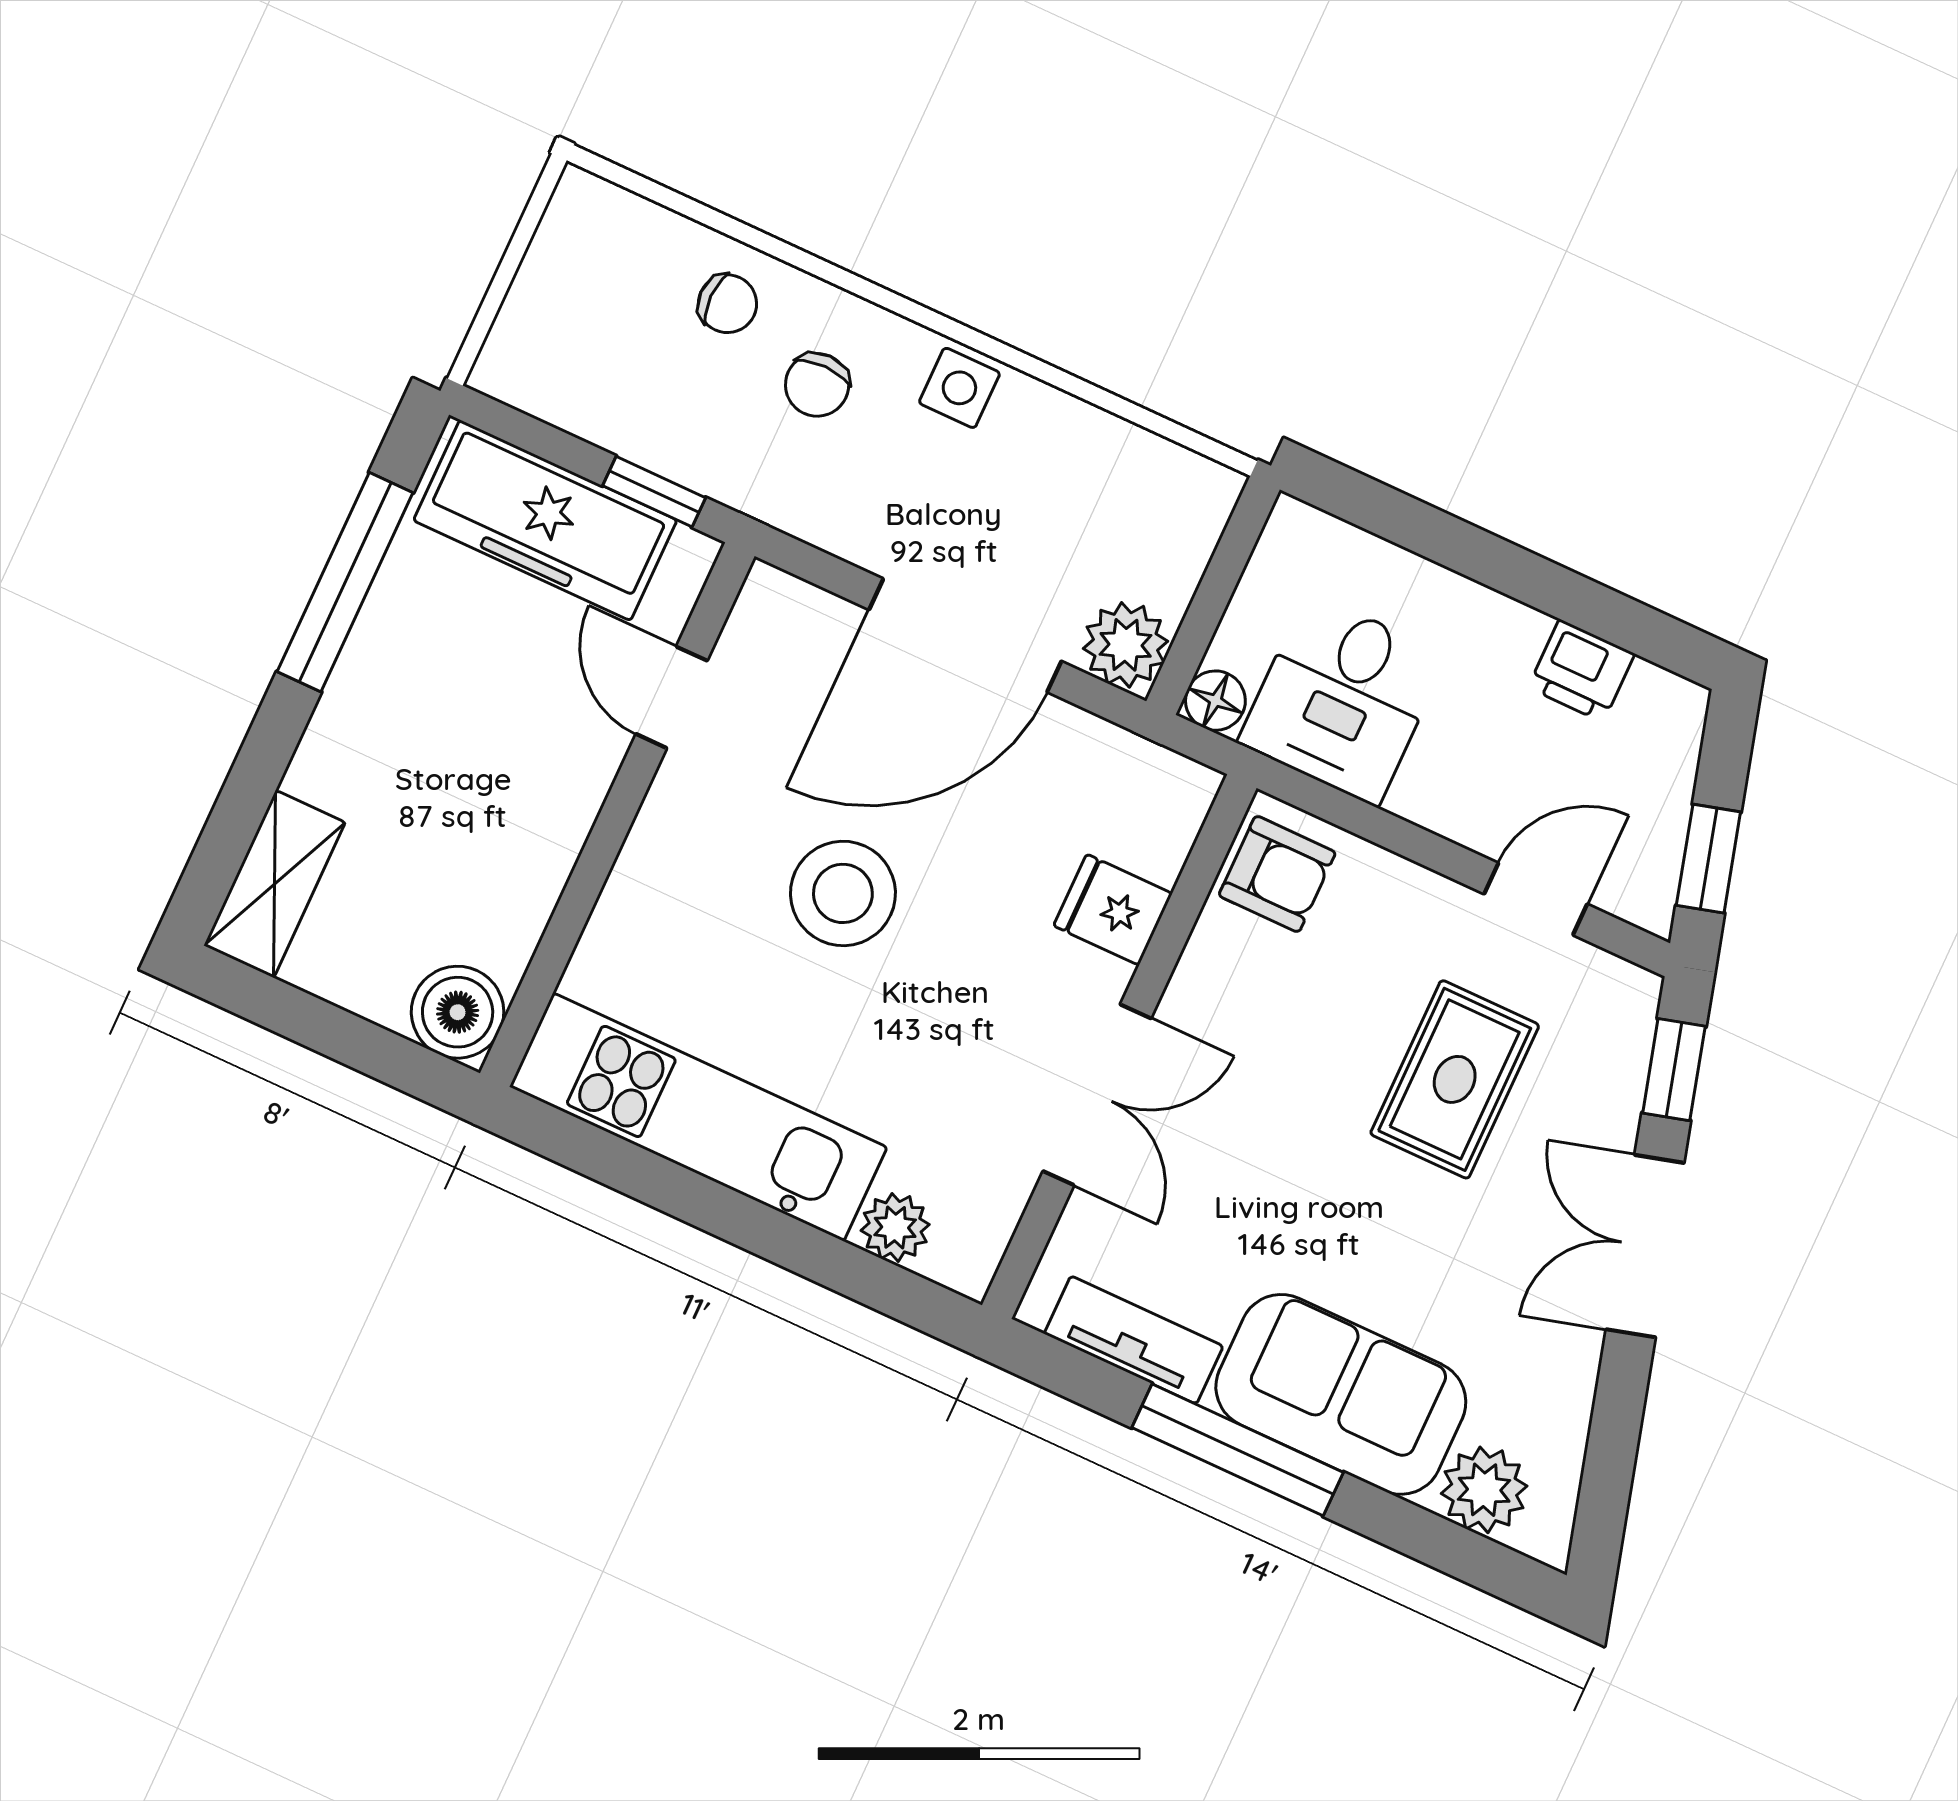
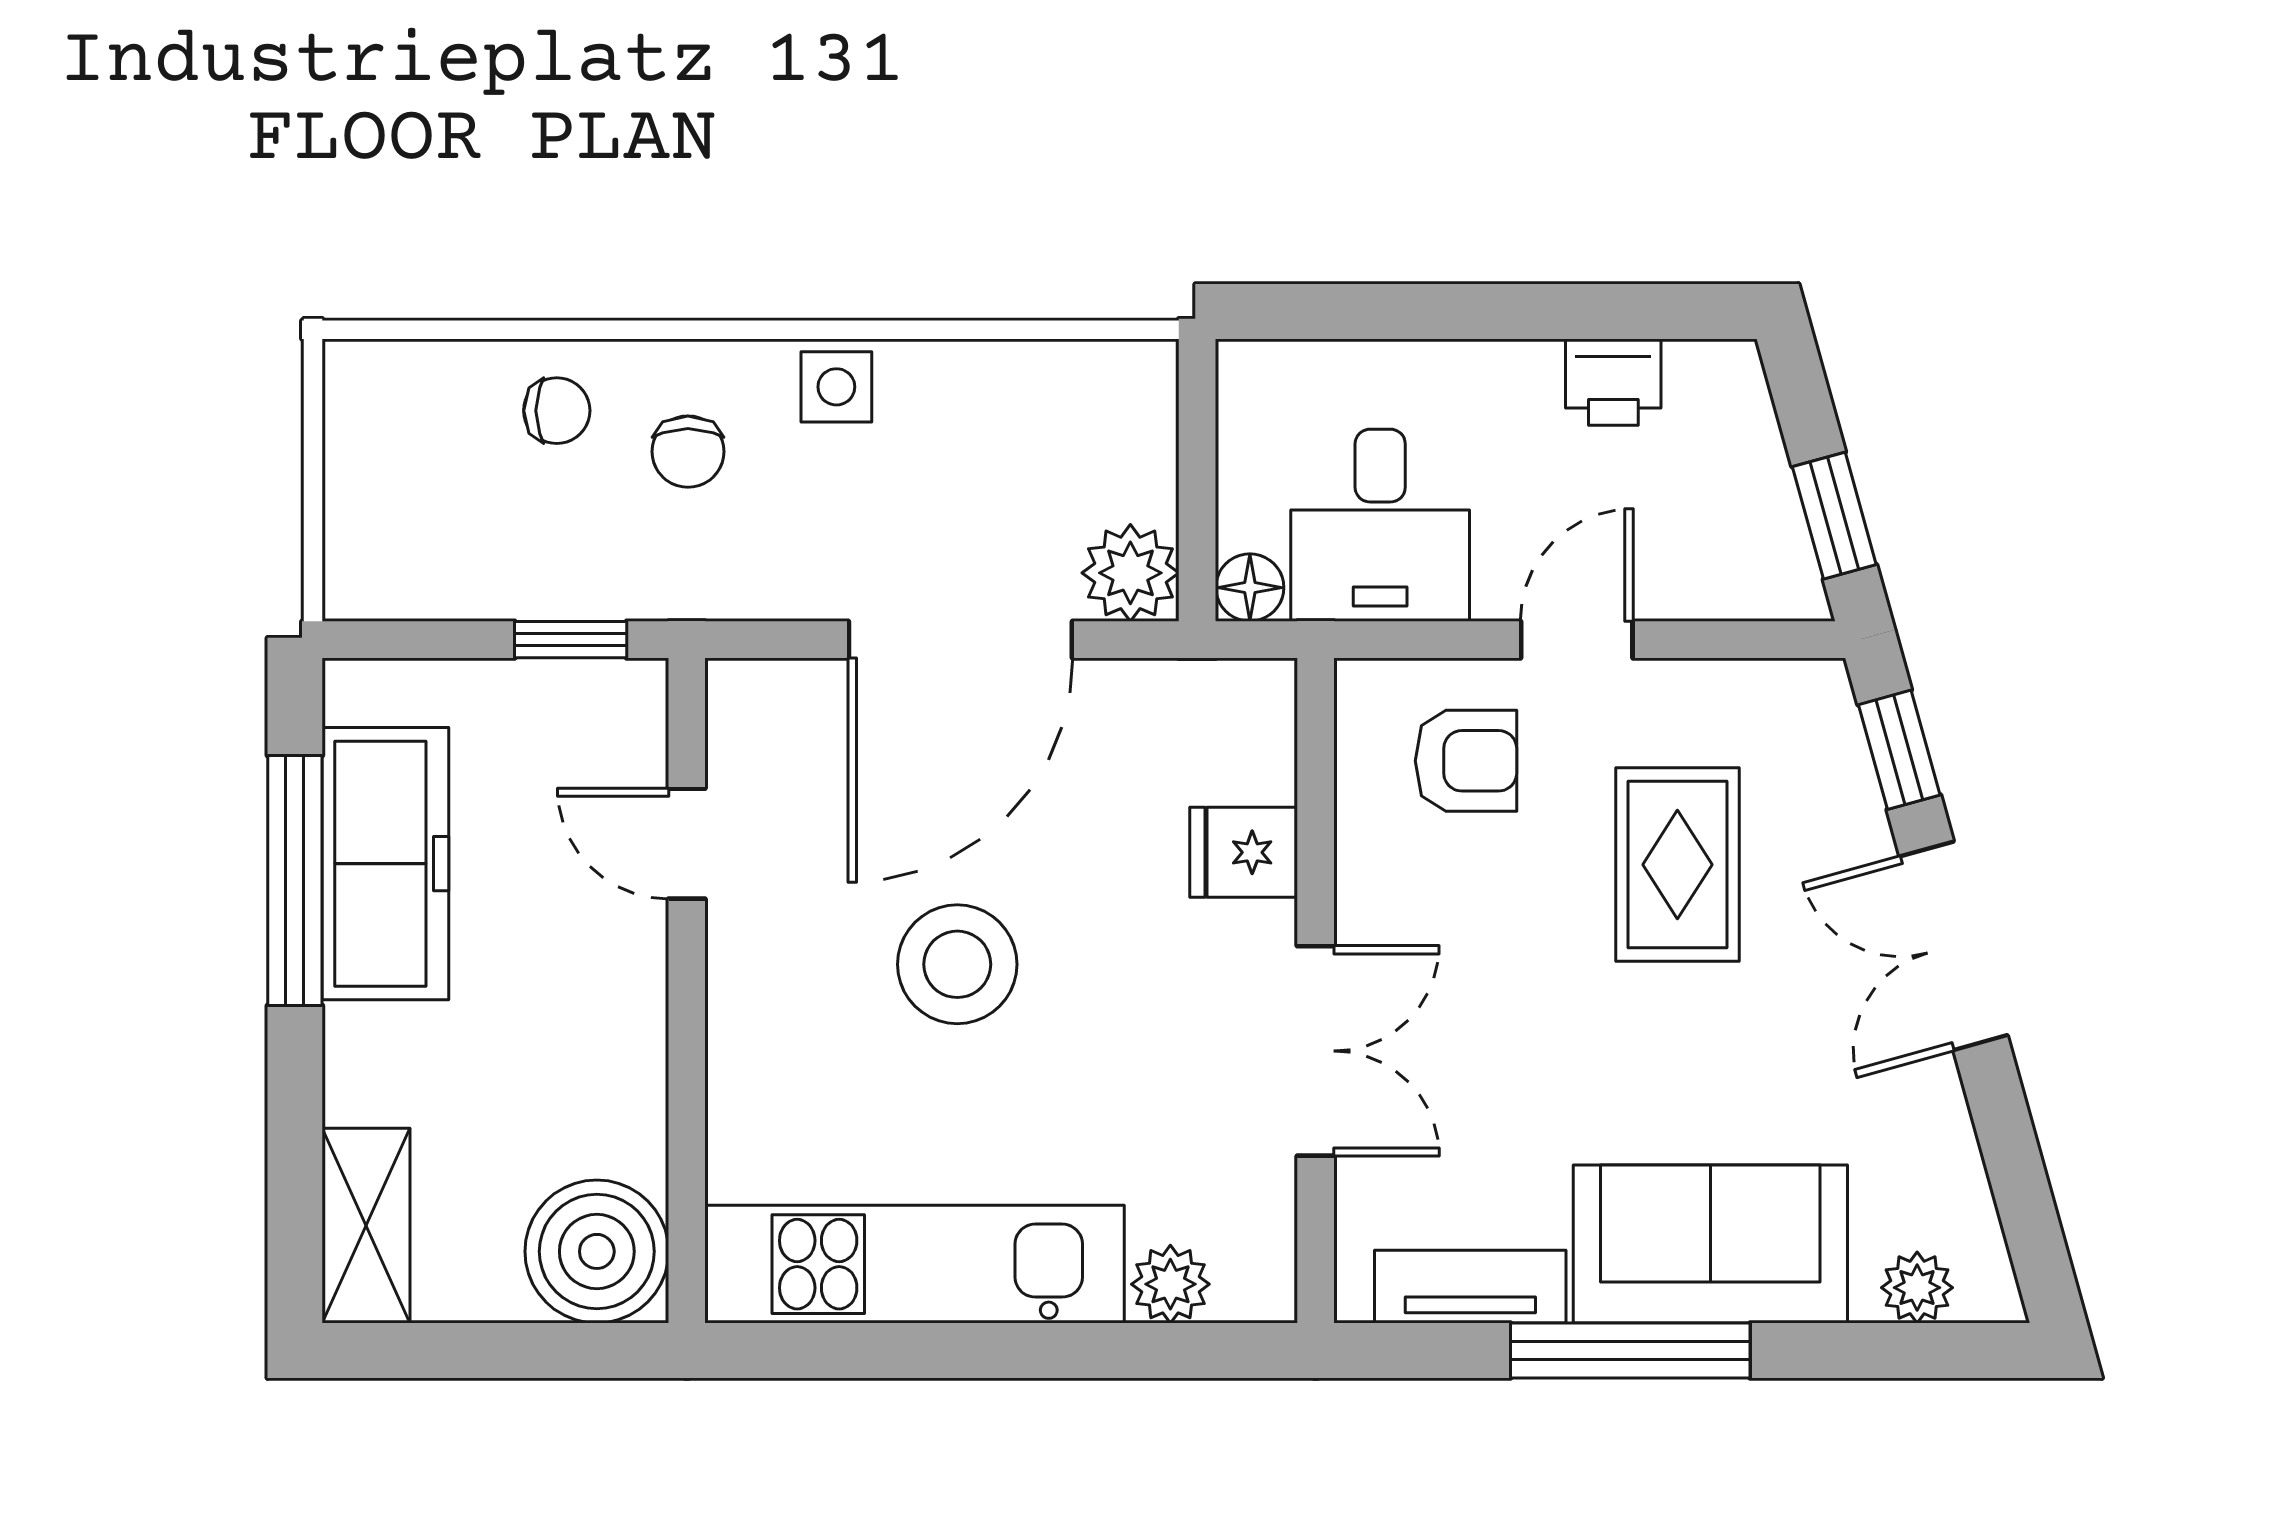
freezer: (545, 520) -> (385, 864), moved, turned -90
armchair: (1277, 874) -> (1466, 761), moved
door: (1536, 899) -> (1577, 640), moved
boiler: (458, 1012) -> (597, 1251), width x1.37, depth x1.37
plant: (1484, 1490) -> (1917, 1288), width x0.73, depth x0.73

